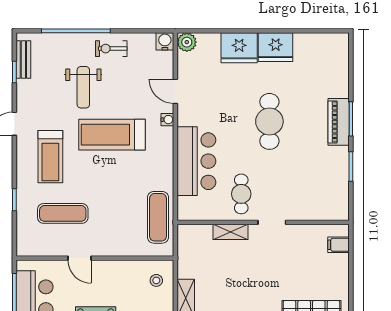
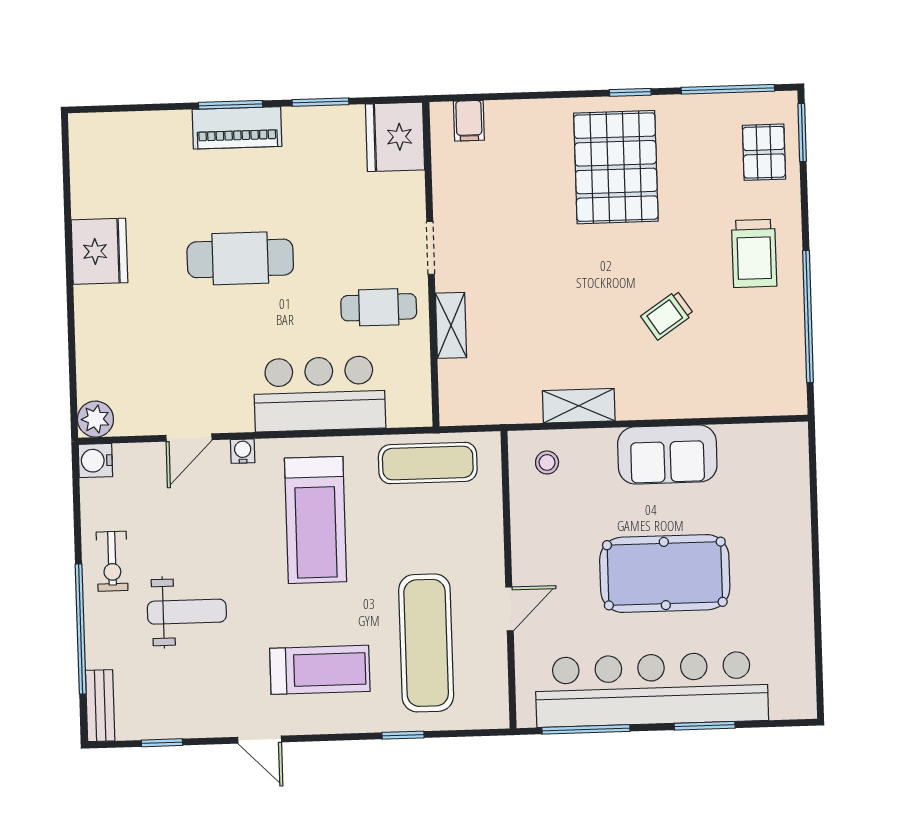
fridge: (239, 48) -> (395, 137), moved, turned 180
bench: (23, 60) -> (100, 706), moved, turned 90
treadmill: (112, 135) -> (316, 520), moved
exercise mat: (63, 213) -> (426, 643), width x1.36, depth x1.45

